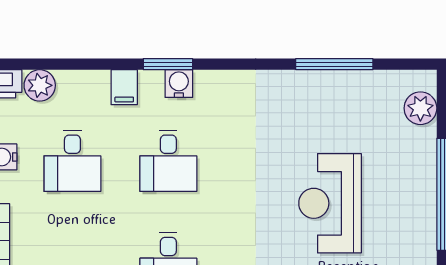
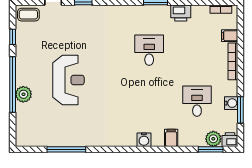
window: (168, 64) -> (211, 149), moved
plant: (420, 108) -> (23, 94), moved
desk: (168, 161) -> (149, 101), removed

